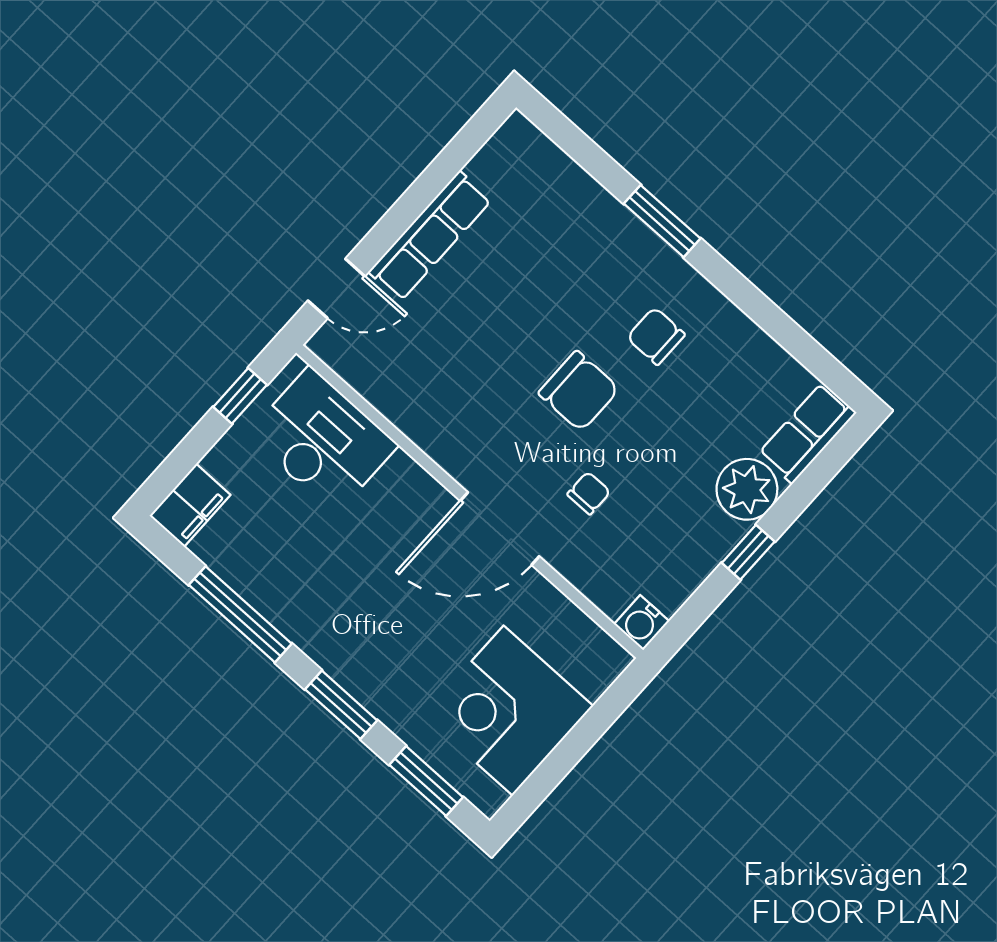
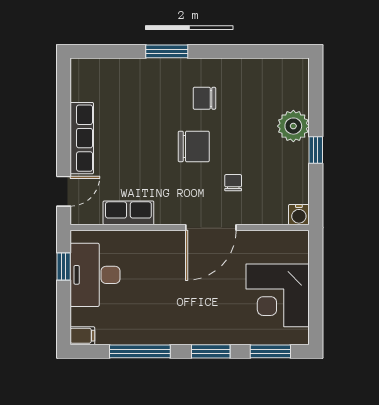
row of seats: (807, 433) -> (128, 213), moved, turned 90
desk: (322, 440) -> (95, 275), moved, turned -90
filing cabinet: (190, 505) -> (82, 336), width x0.50

